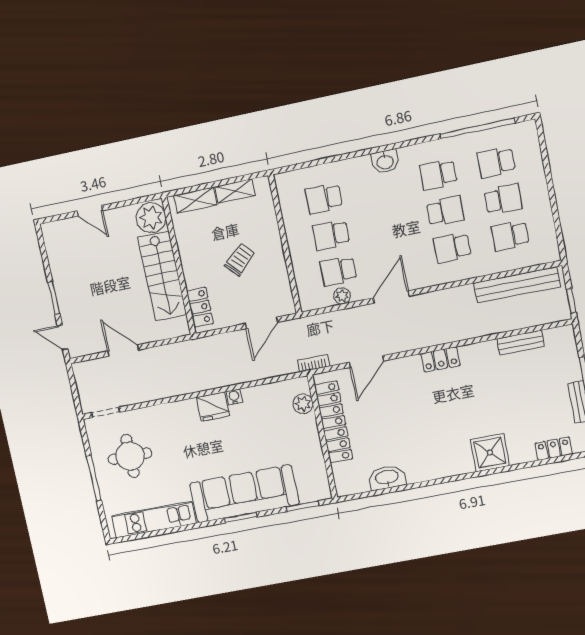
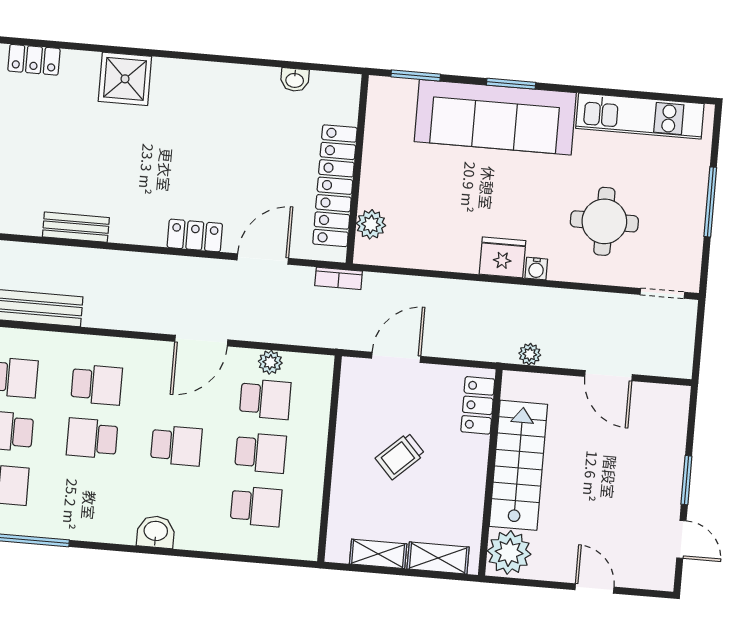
school desk: (438, 174) -> (176, 446), moved
door: (63, 337) -> (681, 539), moved
bench: (521, 343) -> (76, 227), moved
plant: (177, 350) -> (530, 354), added
locker: (440, 359) -> (195, 236), moved
water cooler: (234, 397) -> (536, 269), moved
round table: (130, 456) -> (604, 221), moved
washbasin: (387, 478) -> (295, 80), width x0.52, depth x0.69

